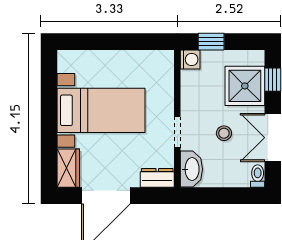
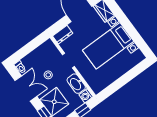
washbasin: (191, 169) -> (76, 84), moved

